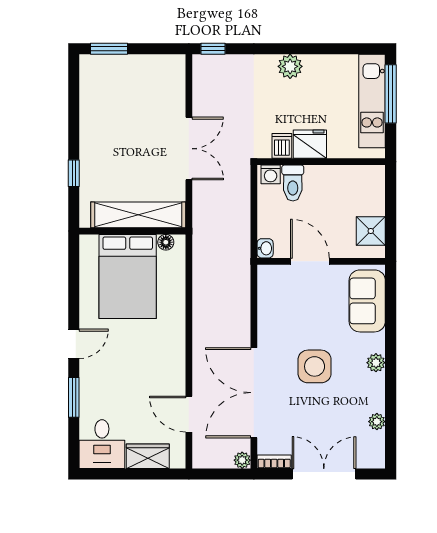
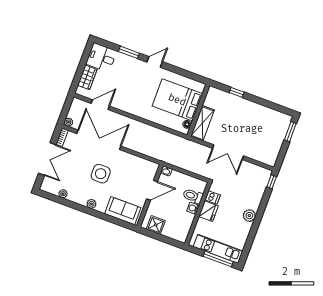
washing machine: (271, 174) -> (193, 208), moved
shelving: (138, 215) -> (202, 123), width x0.68
door: (74, 344) -> (155, 62), swing flipped

